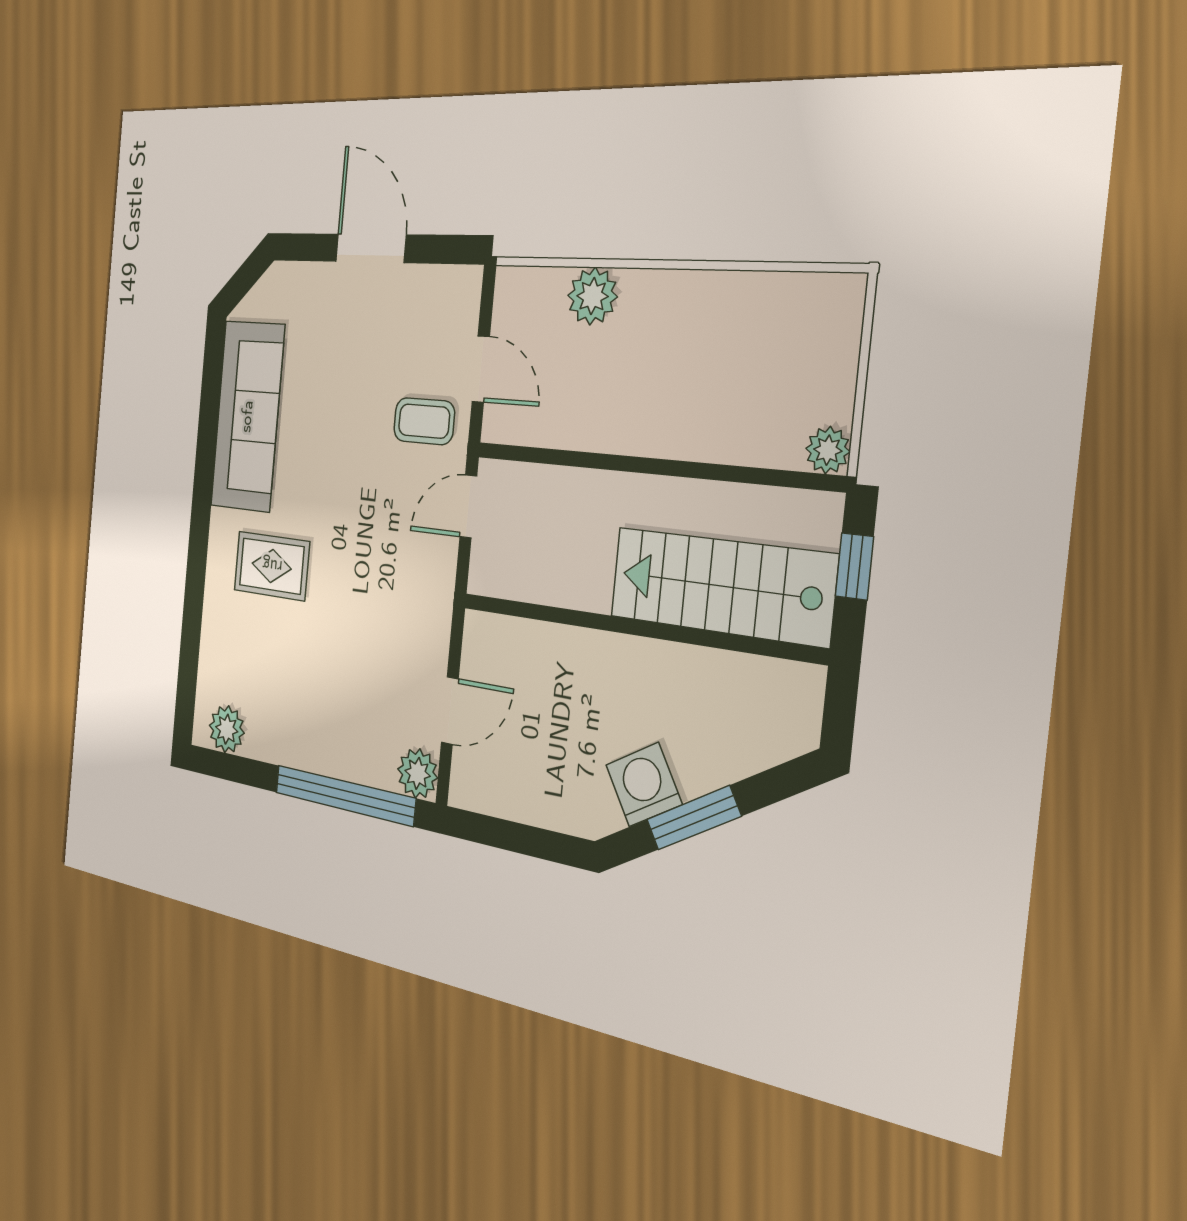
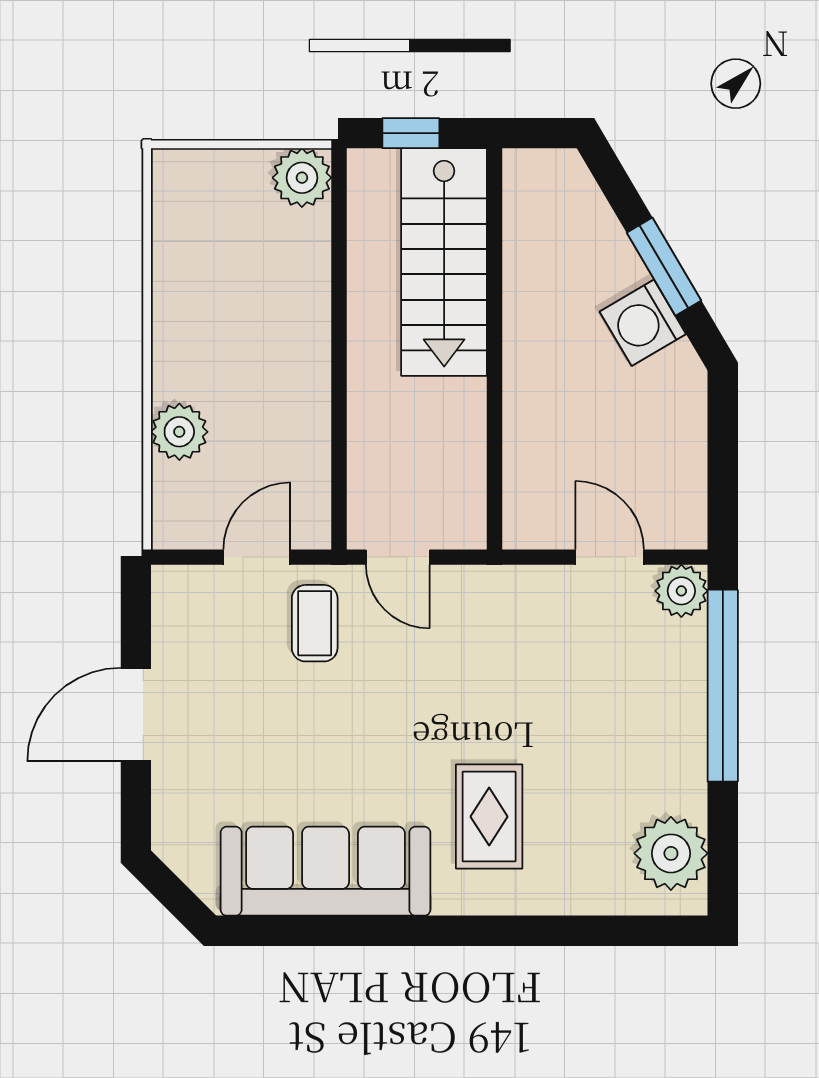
plant: (828, 450) -> (302, 178), width x1.38, depth x1.38
plant: (227, 729) -> (671, 853), width x1.36, depth x1.36

